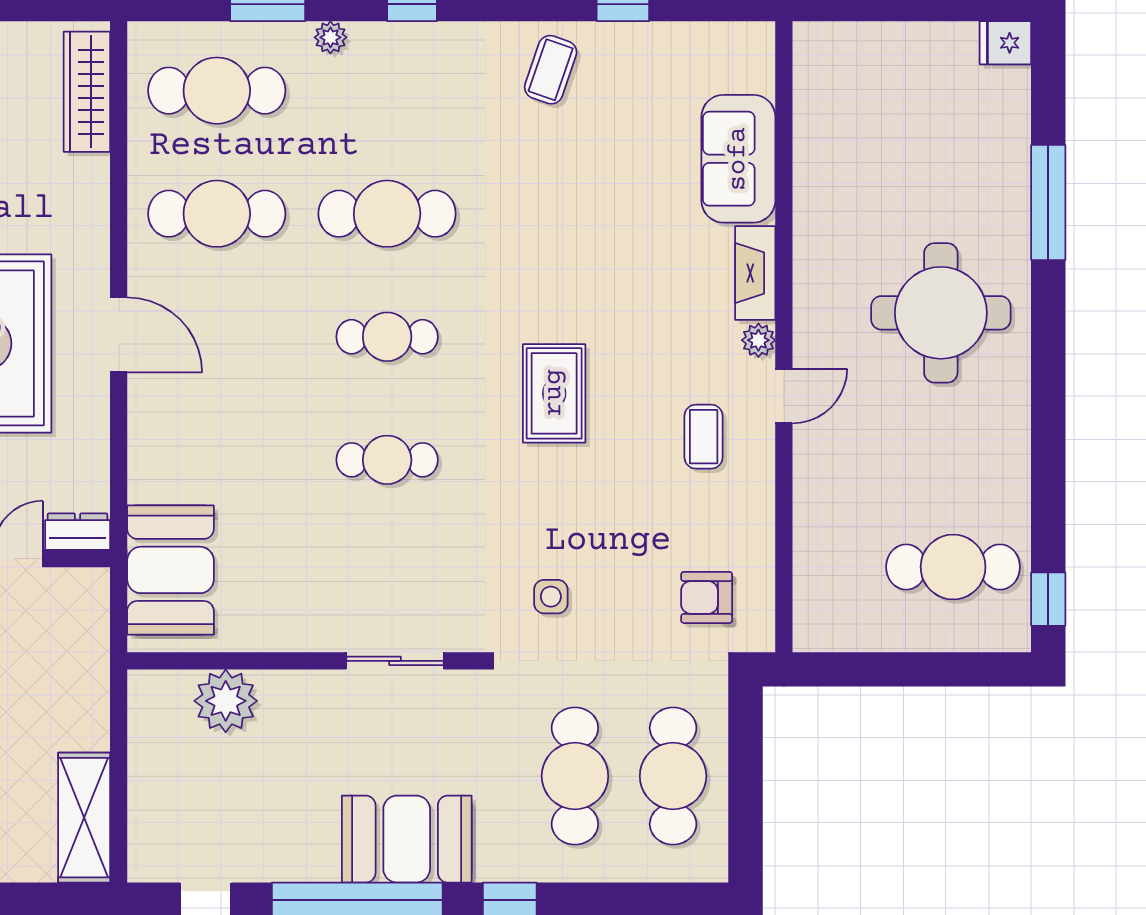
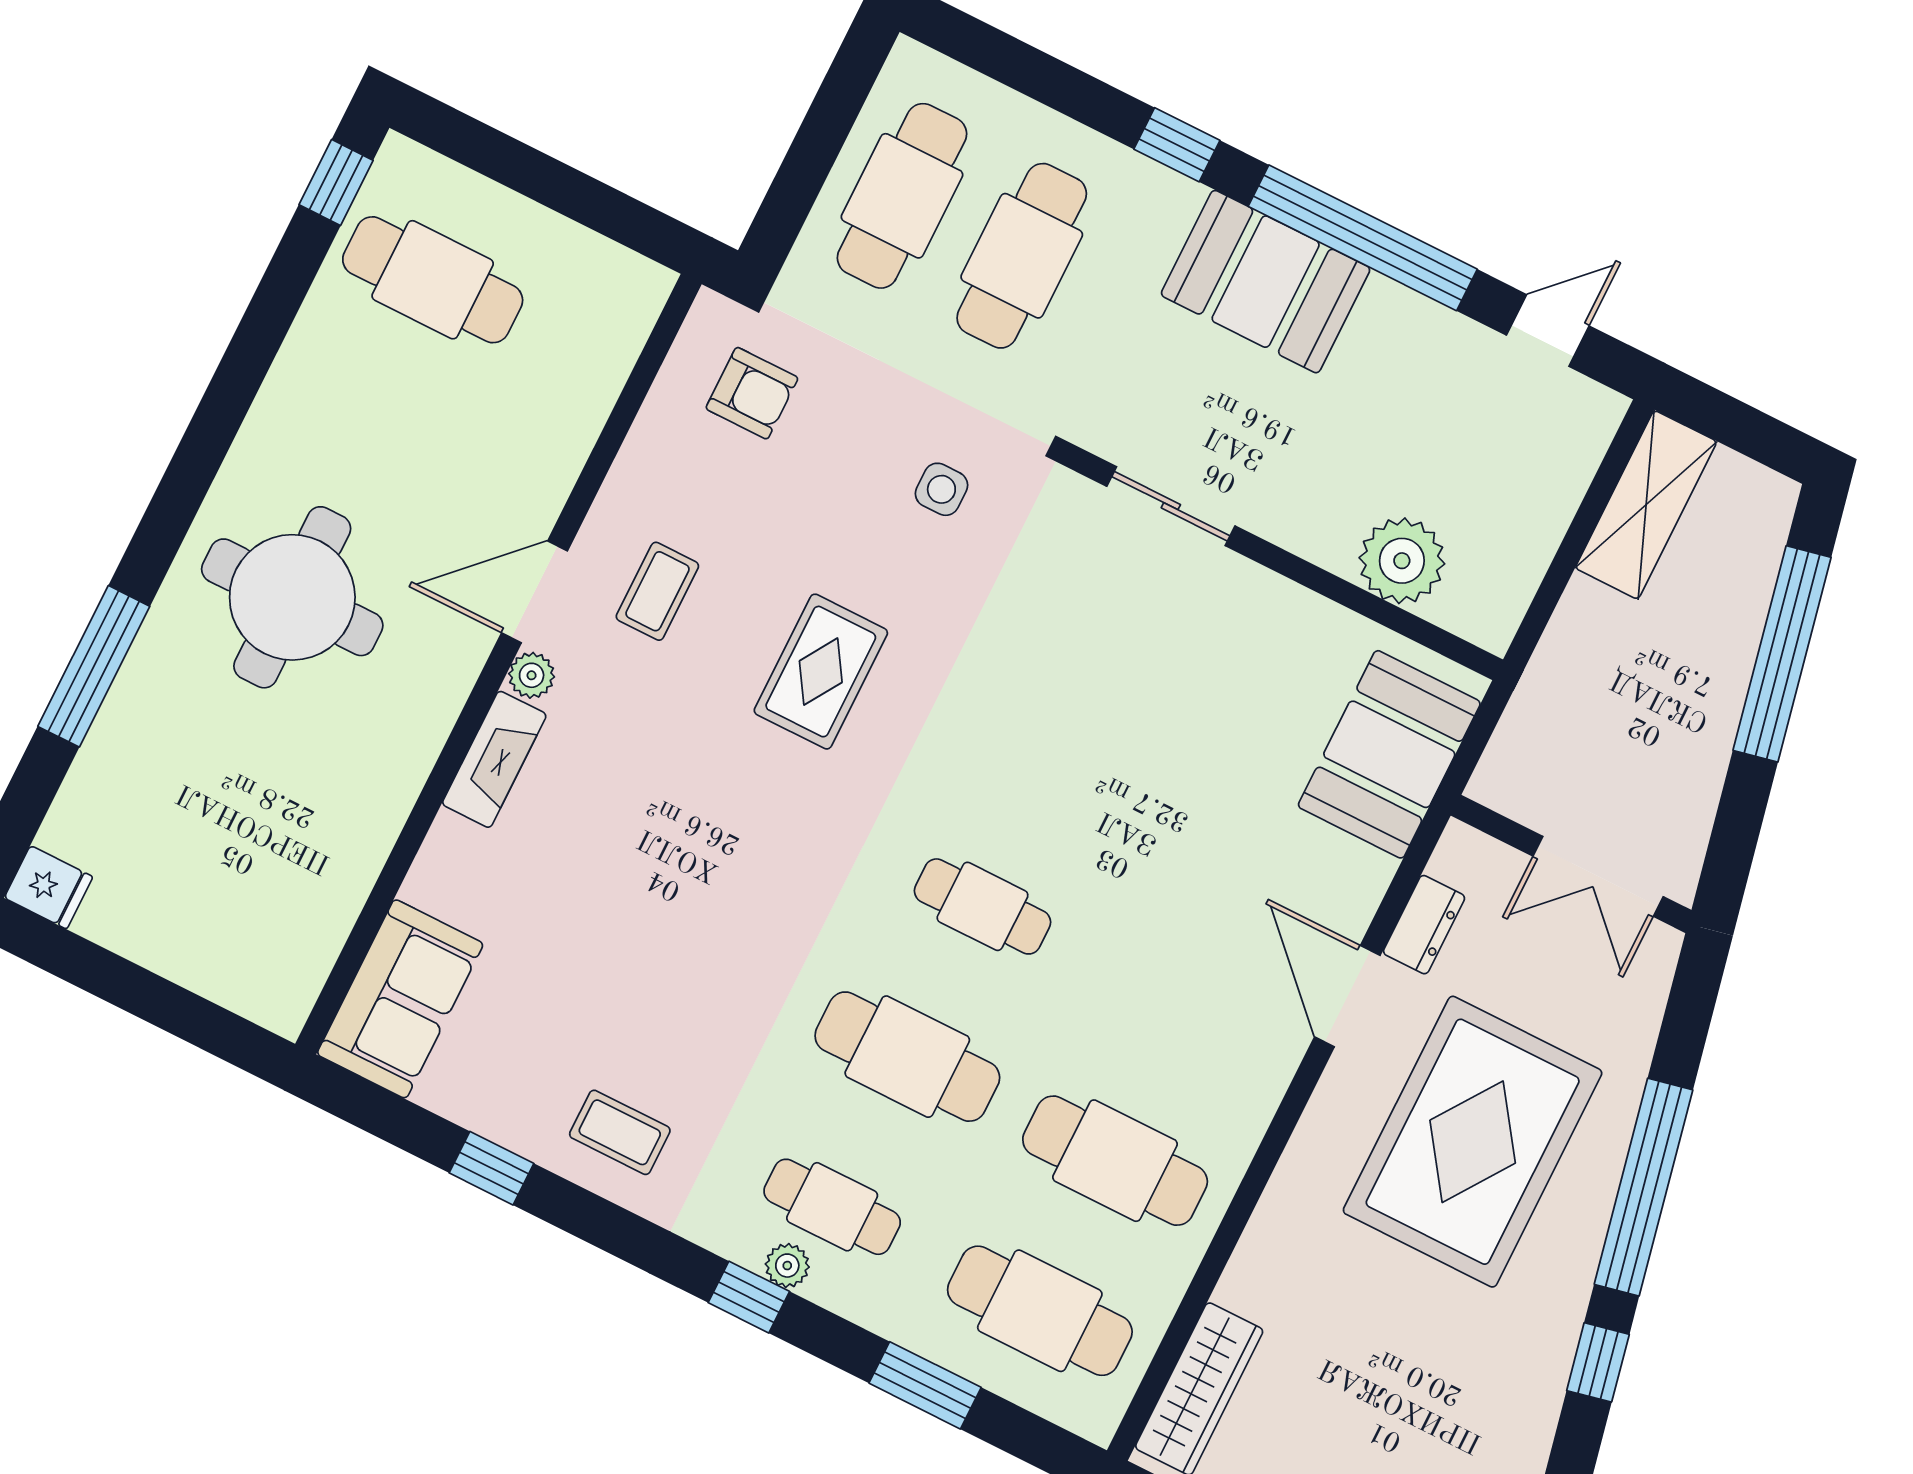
plant: (330, 37) -> (787, 1266), moved
coffee table: (551, 70) -> (620, 1132), turned 71
sofa: (738, 159) -> (400, 999), moved
door: (119, 335) -> (1347, 996), moved
rug: (554, 393) -> (821, 672), moved
door: (784, 396) -> (535, 592), width x1.38
cafe table: (387, 460) -> (832, 1207), moved
dresser: (78, 532) -> (1424, 925), moved, turned -90

